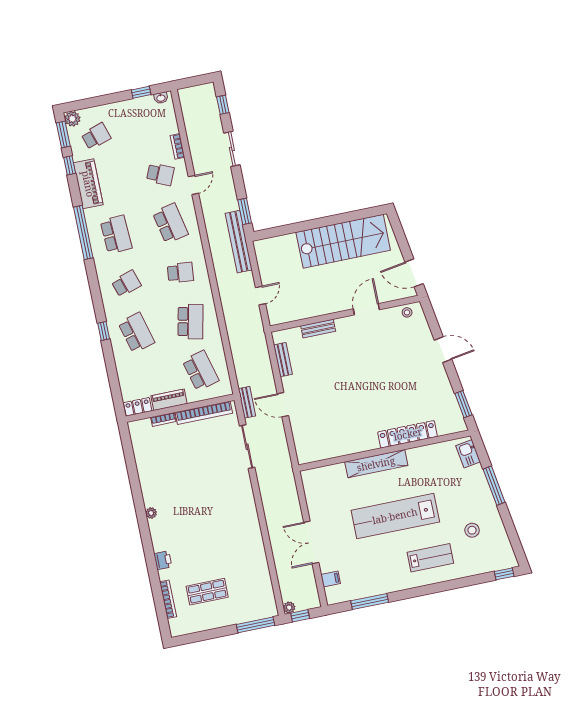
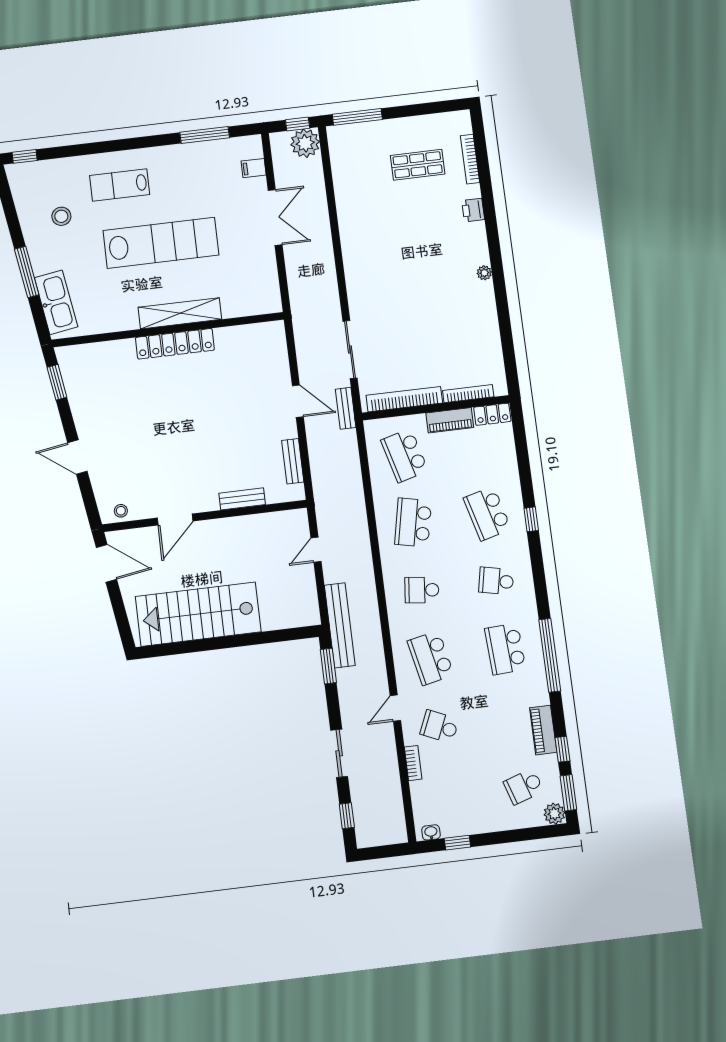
piano: (88, 184) -> (543, 730), width x0.73, depth x0.75
school desk: (126, 284) -> (496, 581), turned 30
bookcase: (163, 419) -> (468, 394), width x1.56
locker: (408, 434) -> (175, 344), moved
kitchen sink: (468, 454) -> (56, 302), width x1.88, depth x1.24
plant: (289, 608) -> (305, 143), width x1.88, depth x1.88

